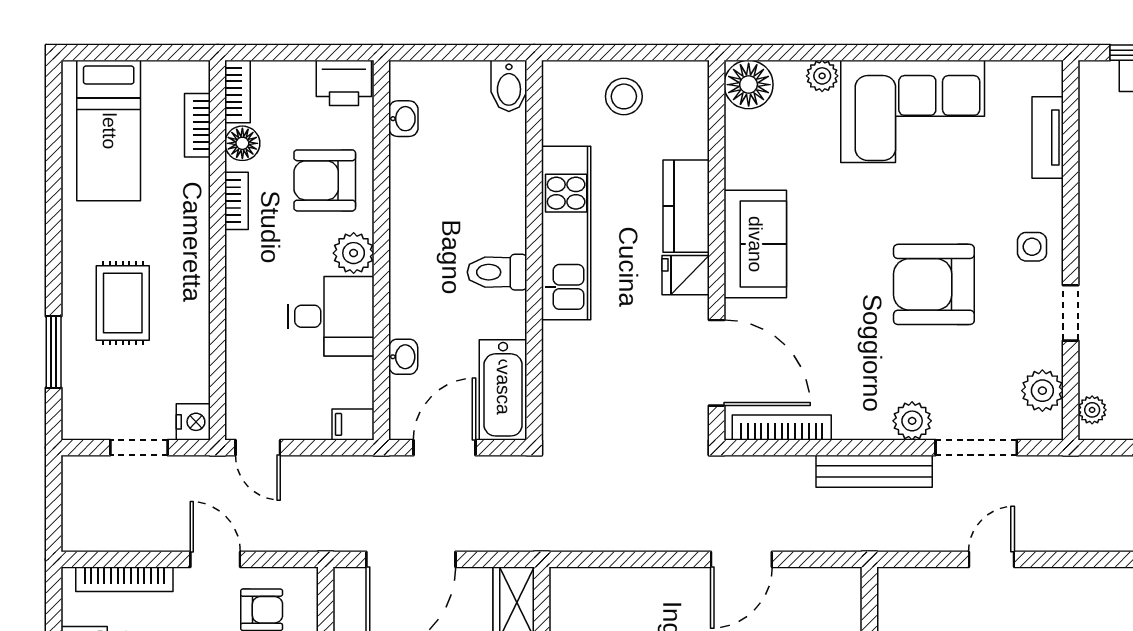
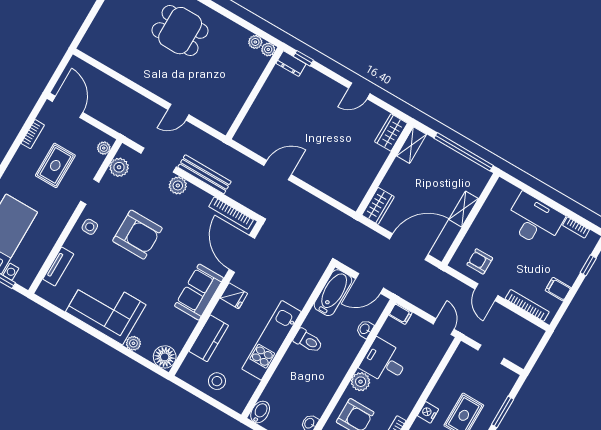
kitchen counter: (686, 206) -> (209, 338), moved
nightstand: (193, 422) -> (428, 412), moved

